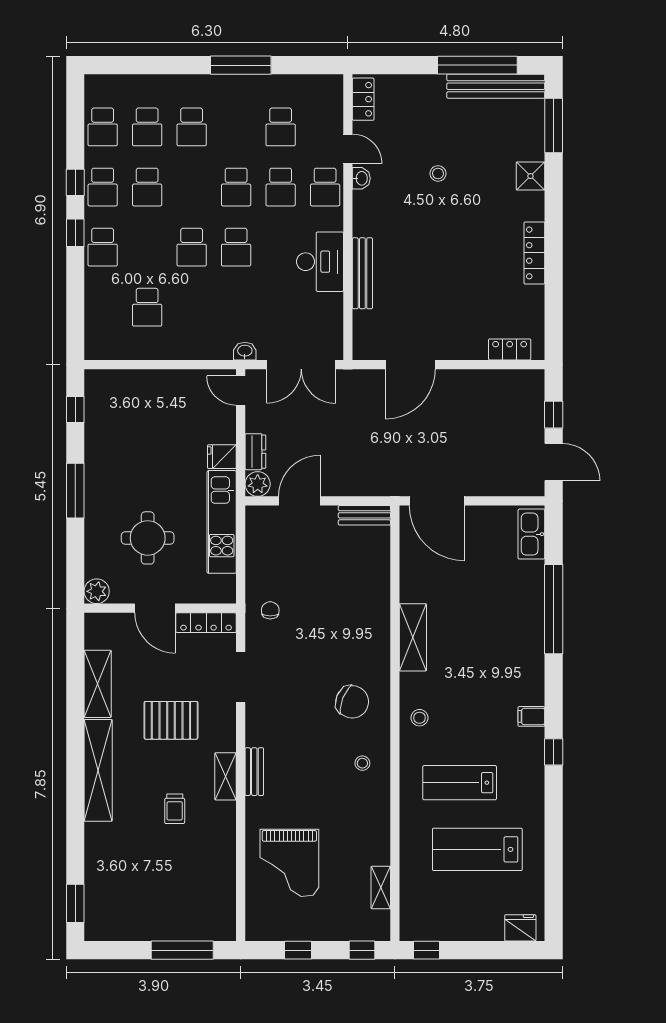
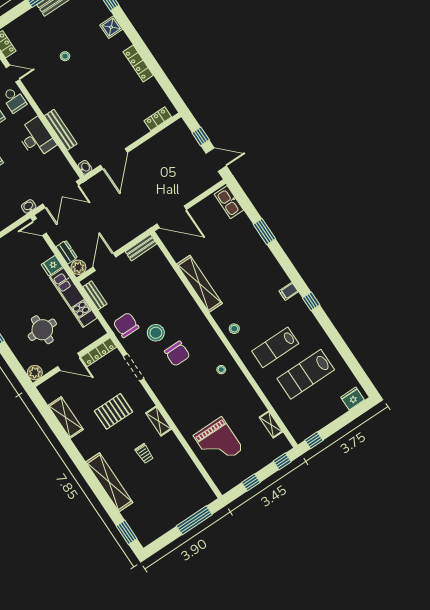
washbasin: (361, 178) -> (85, 167), moved
window: (554, 609) -> (264, 232), width x0.47
chair: (270, 610) -> (126, 325), width x1.87, depth x1.87
shelving: (413, 637) -> (200, 284), width x1.47
stool: (305, 649) -> (156, 333), added
chair: (352, 702) -> (177, 354), moved, turned 68
shelving: (98, 770) -> (109, 482), moved
bench: (254, 772) -> (95, 295), moved

